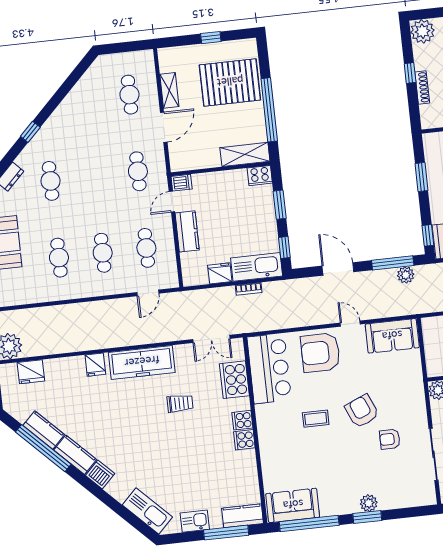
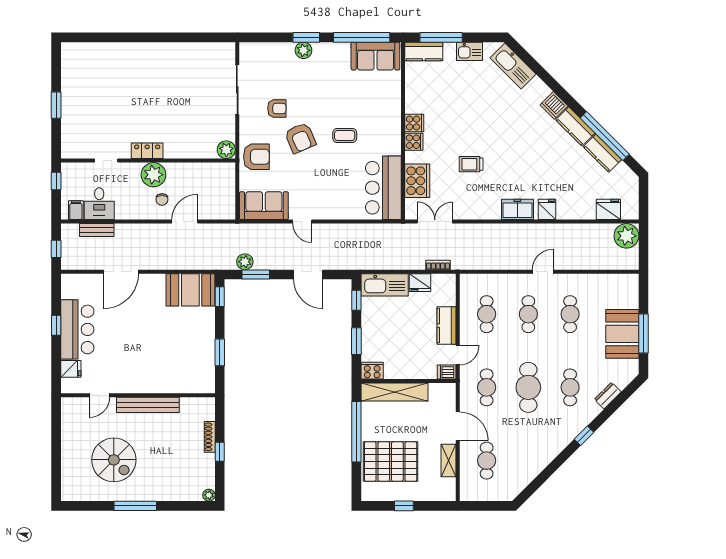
plant: (423, 31) -> (209, 495), width x0.53, depth x0.53
door: (164, 127) -> (458, 426), swing flipped
shelving: (245, 154) -> (395, 392), width x1.47
cafe table: (94, 176) -> (528, 387), added
window: (393, 263) -> (256, 274), width x0.69
bookcase: (249, 289) -> (438, 265), moved
door: (148, 293) -> (543, 272), moved
armchair: (320, 353) -> (256, 157), moved, width x0.73, depth x0.73
freezer: (142, 362) -> (517, 209), width x0.52, depth x0.79

